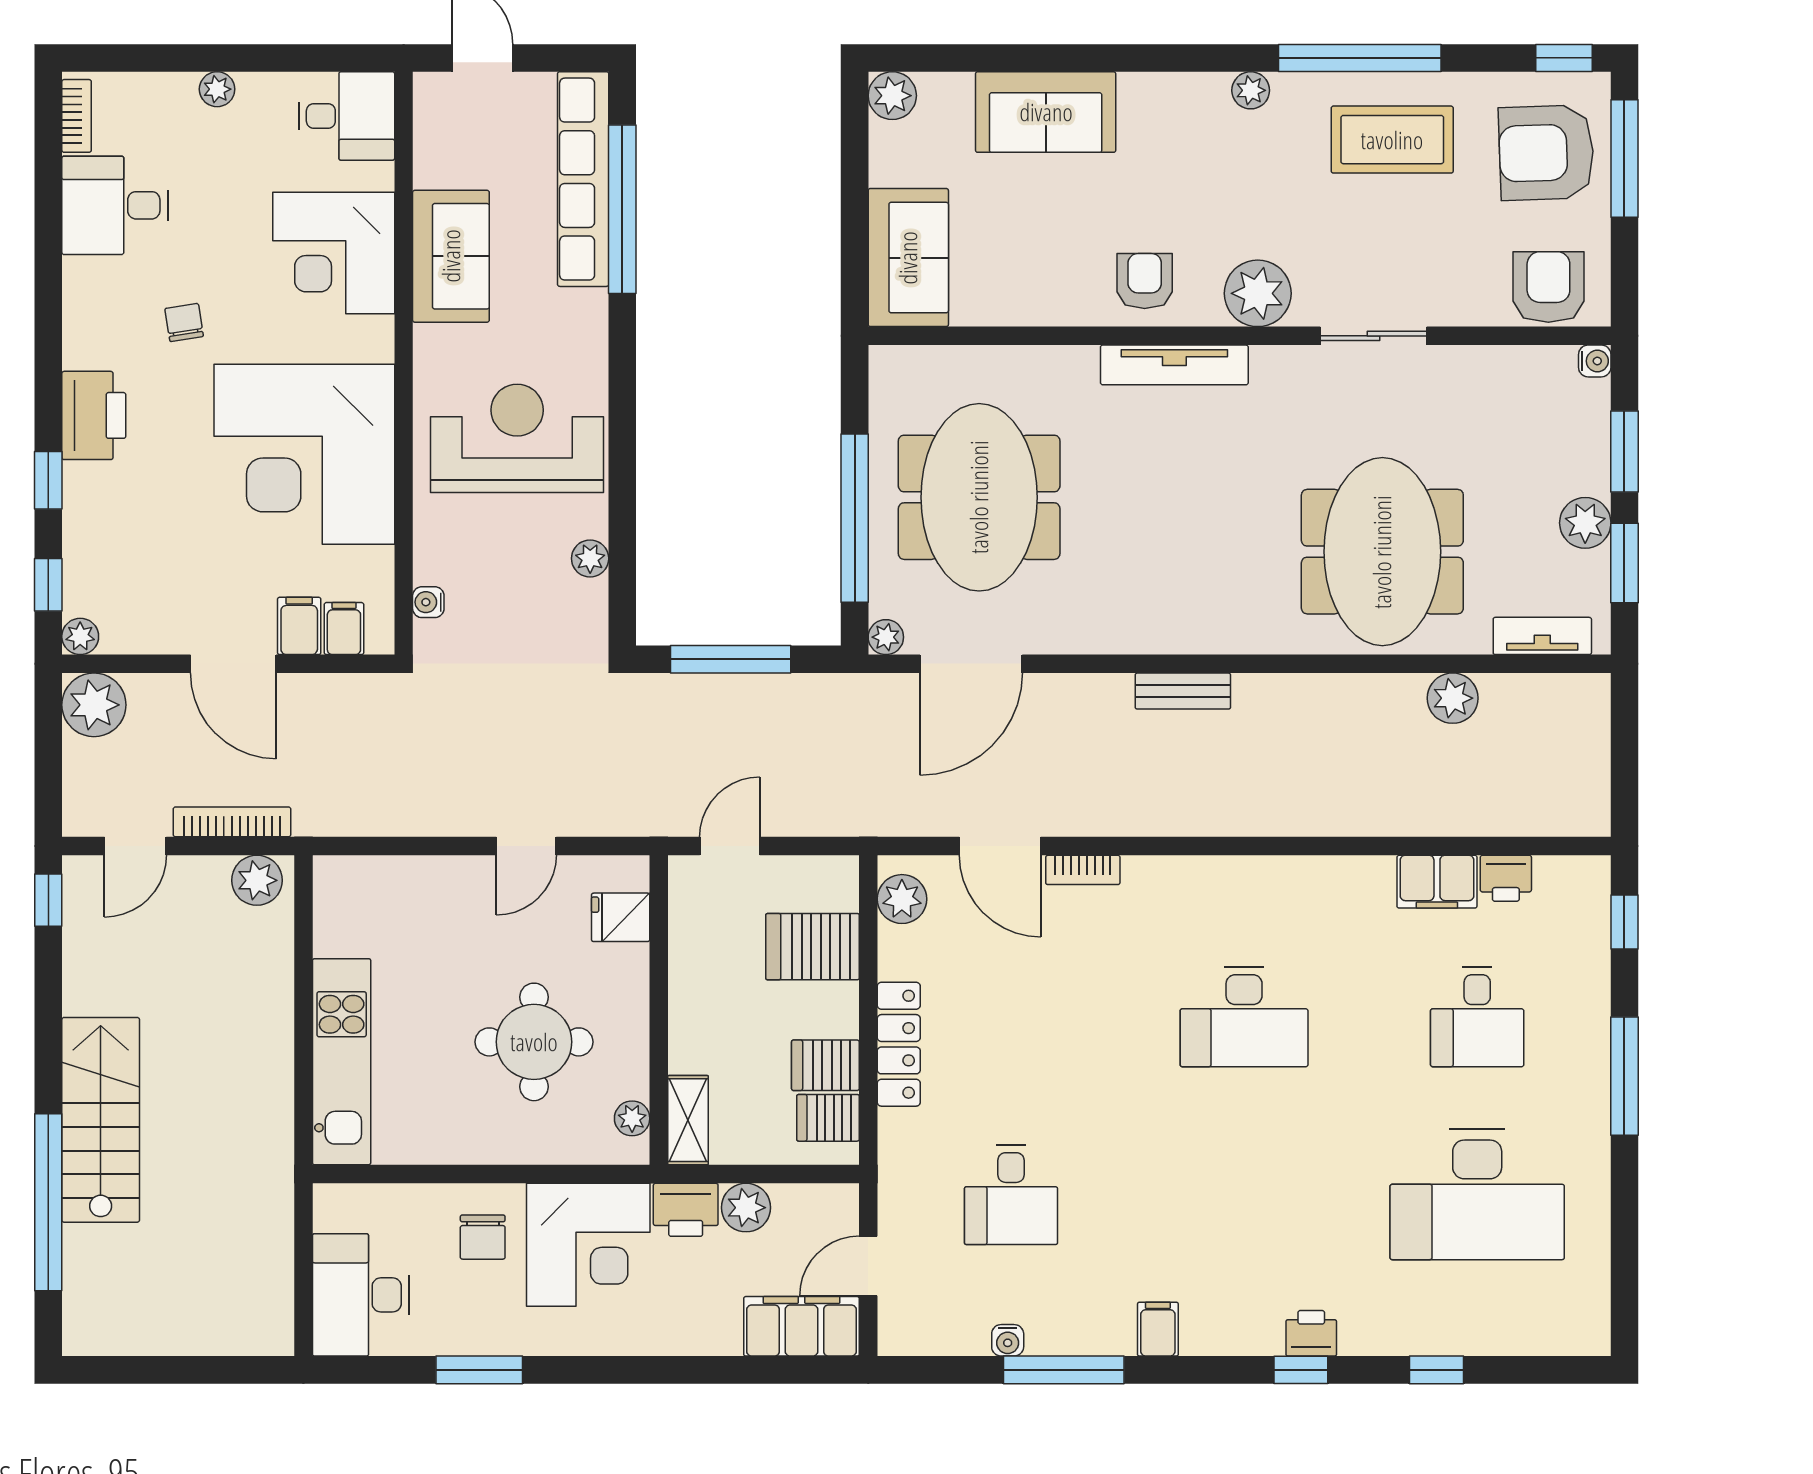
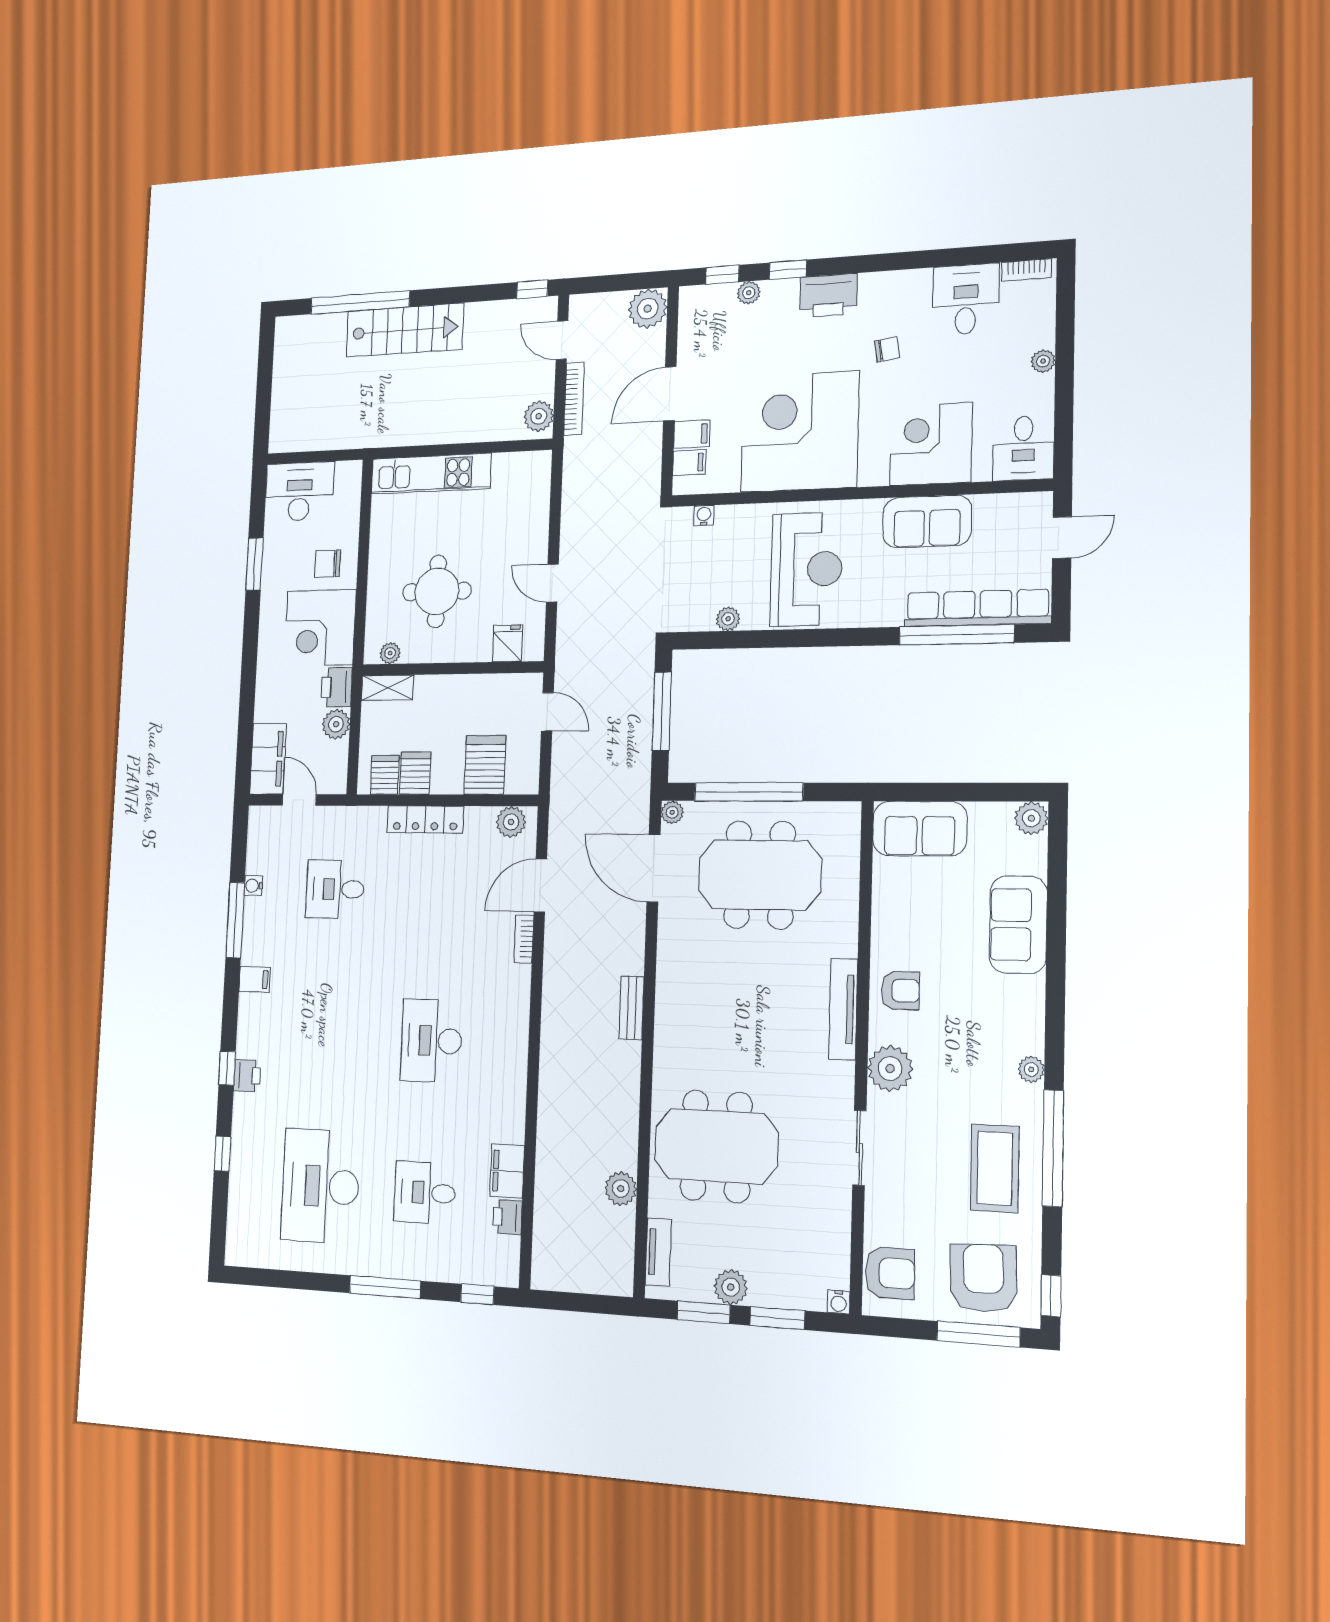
plant: (80, 636) -> (749, 293), moved

